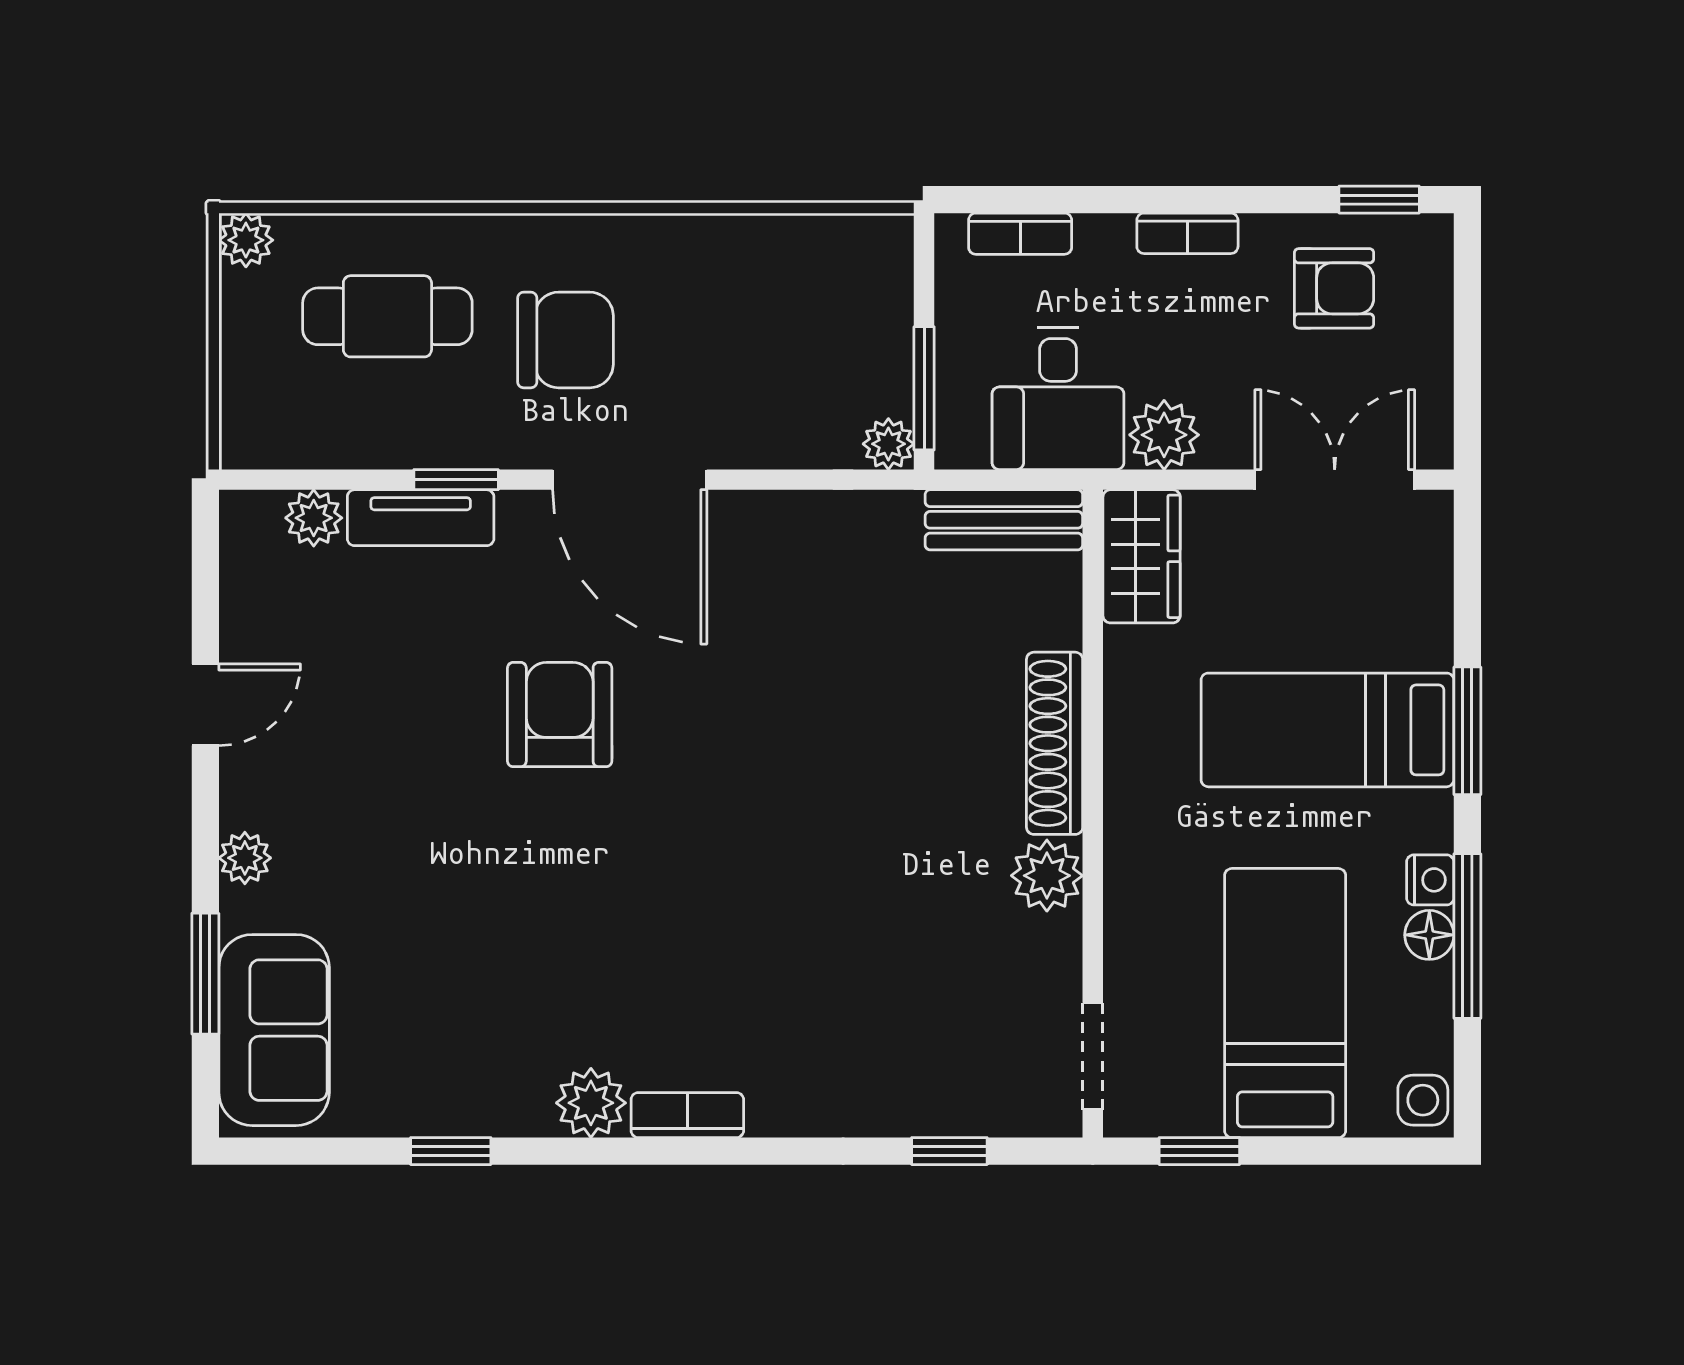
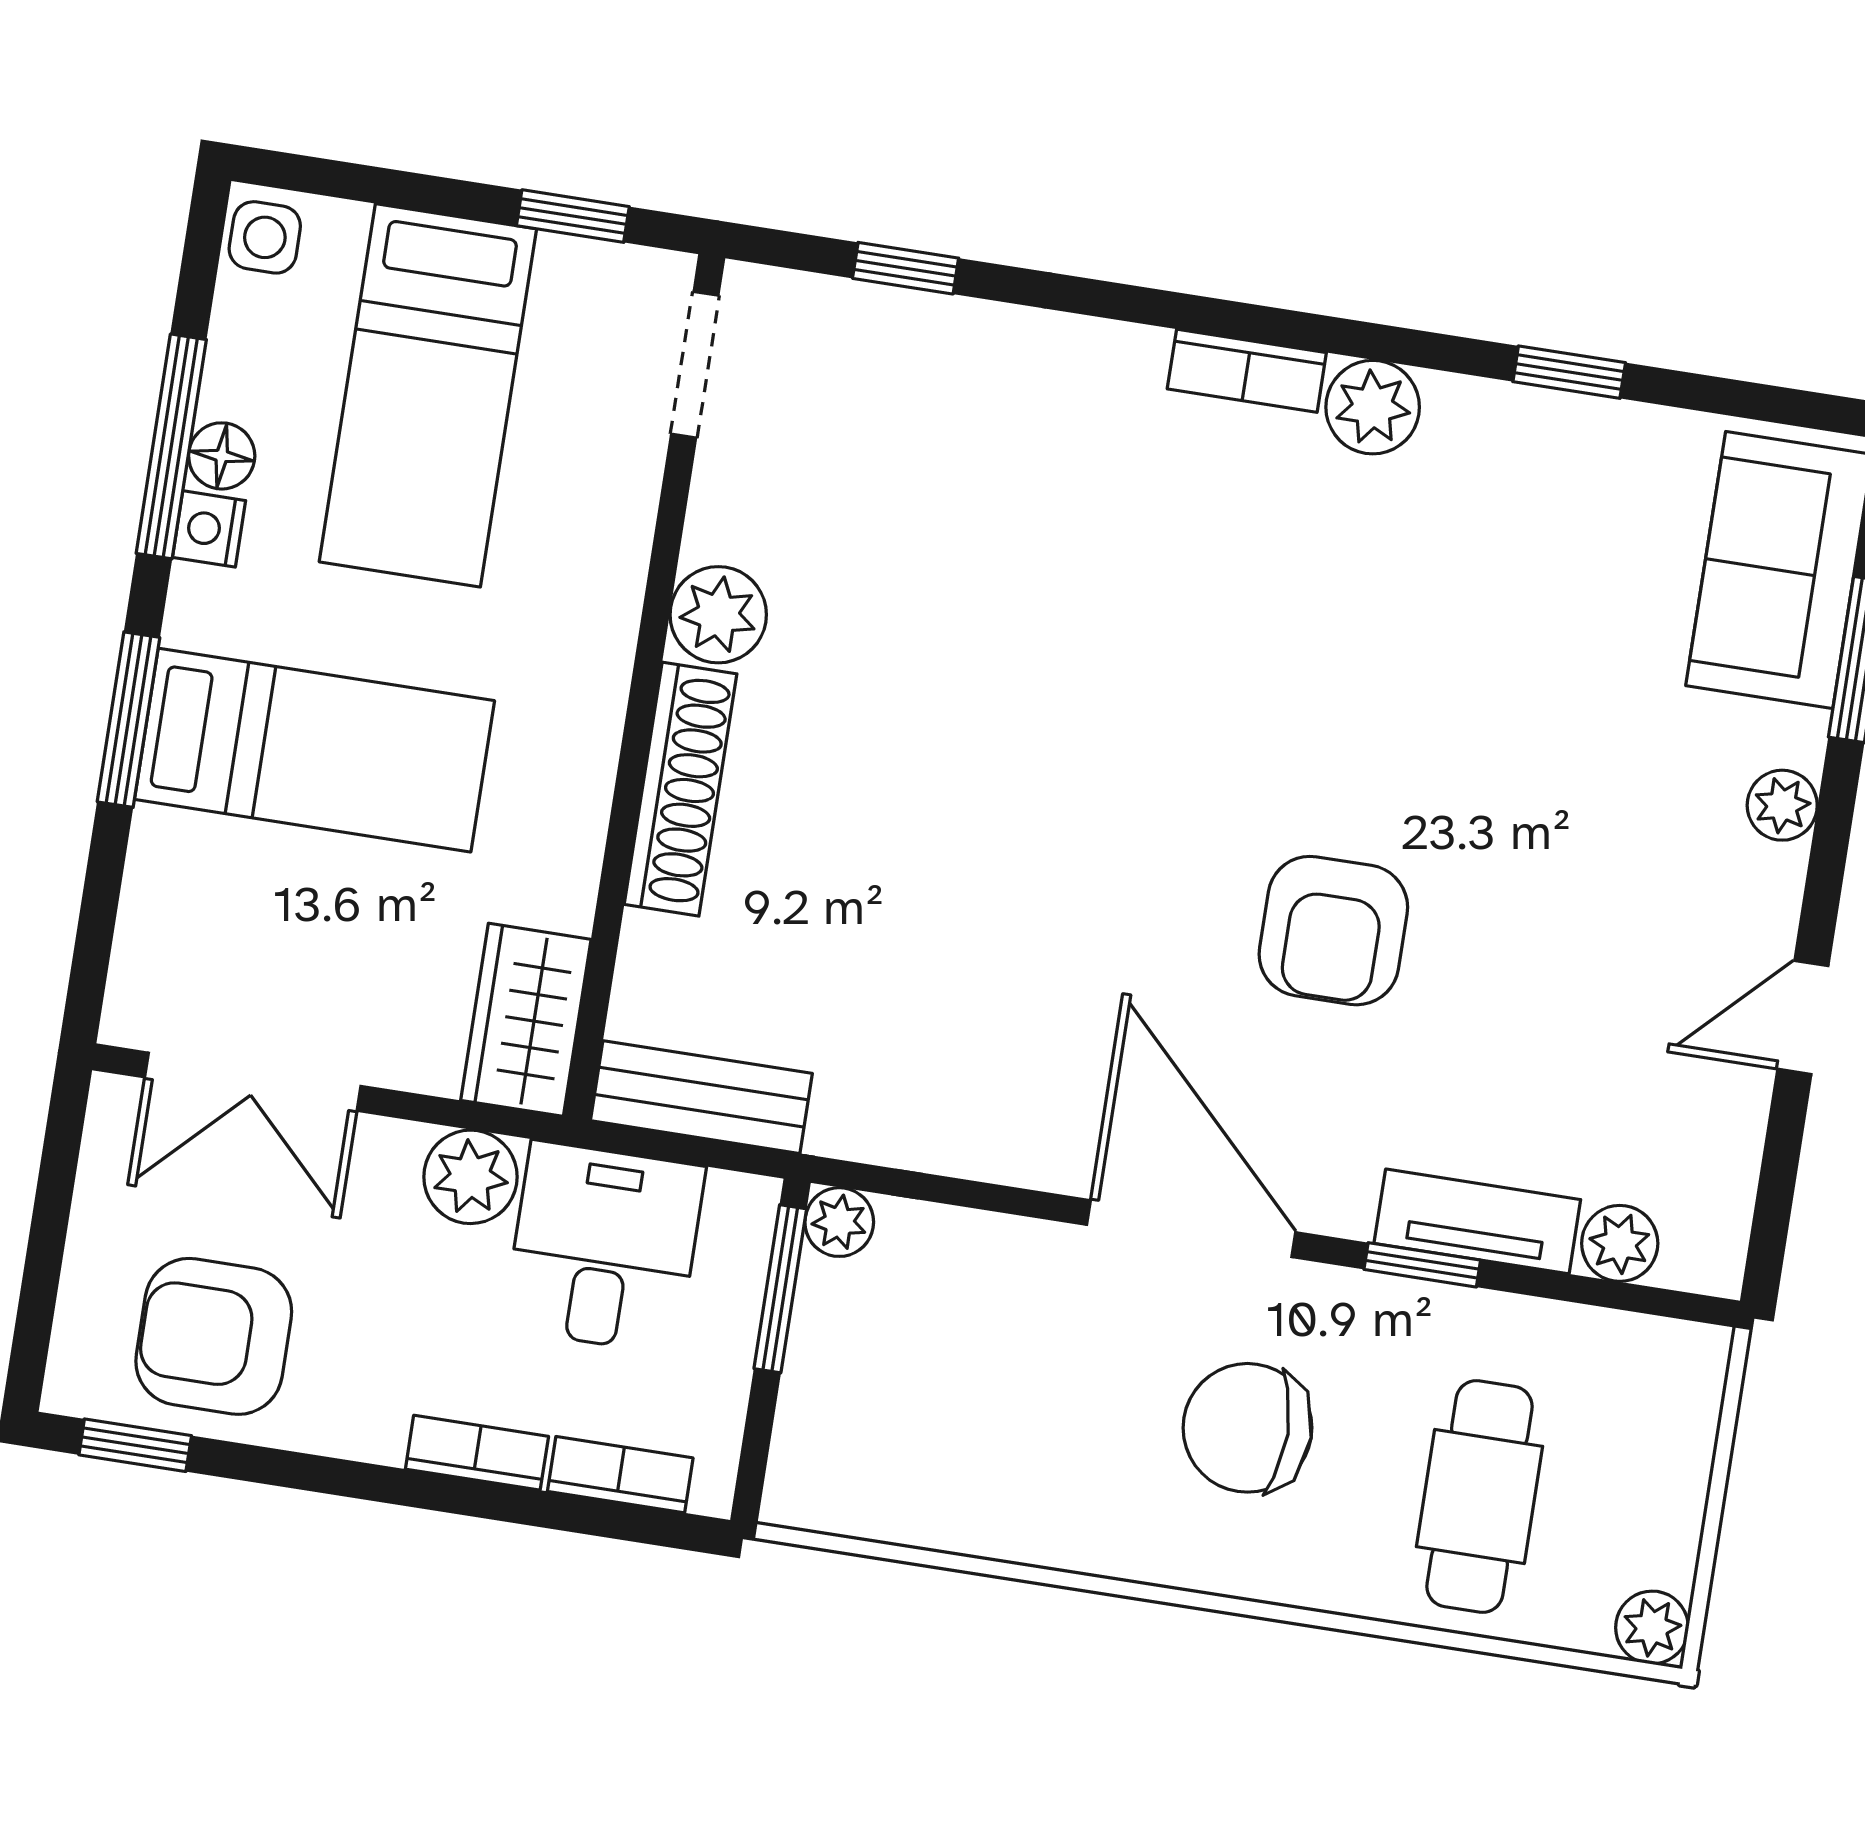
bookcase: (1187, 233) -> (477, 1453), moved
armchair: (1334, 288) -> (214, 1336), width x1.38, depth x1.38
cafe table: (387, 316) -> (1479, 1497), turned 90

